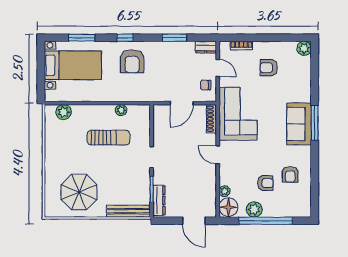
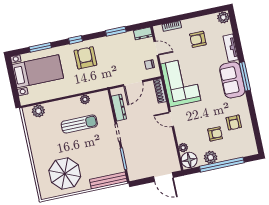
armchair: (132, 61) -> (85, 58), turned 180
tv unit: (305, 86) -> (231, 48), added
dresser: (159, 200) -> (119, 108), moved

